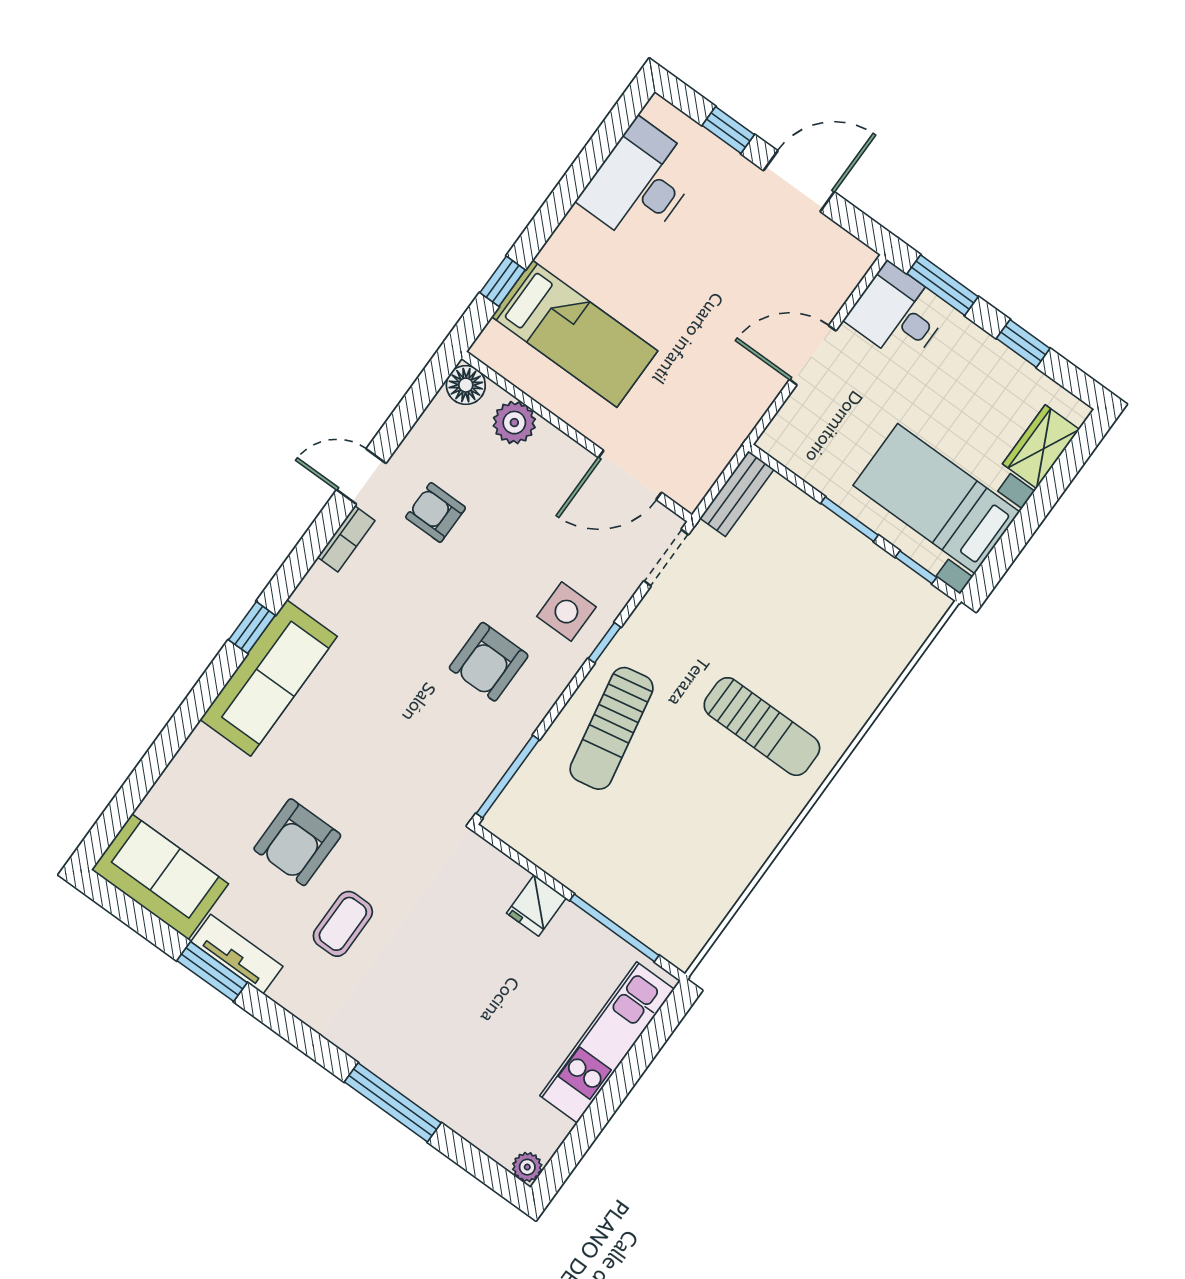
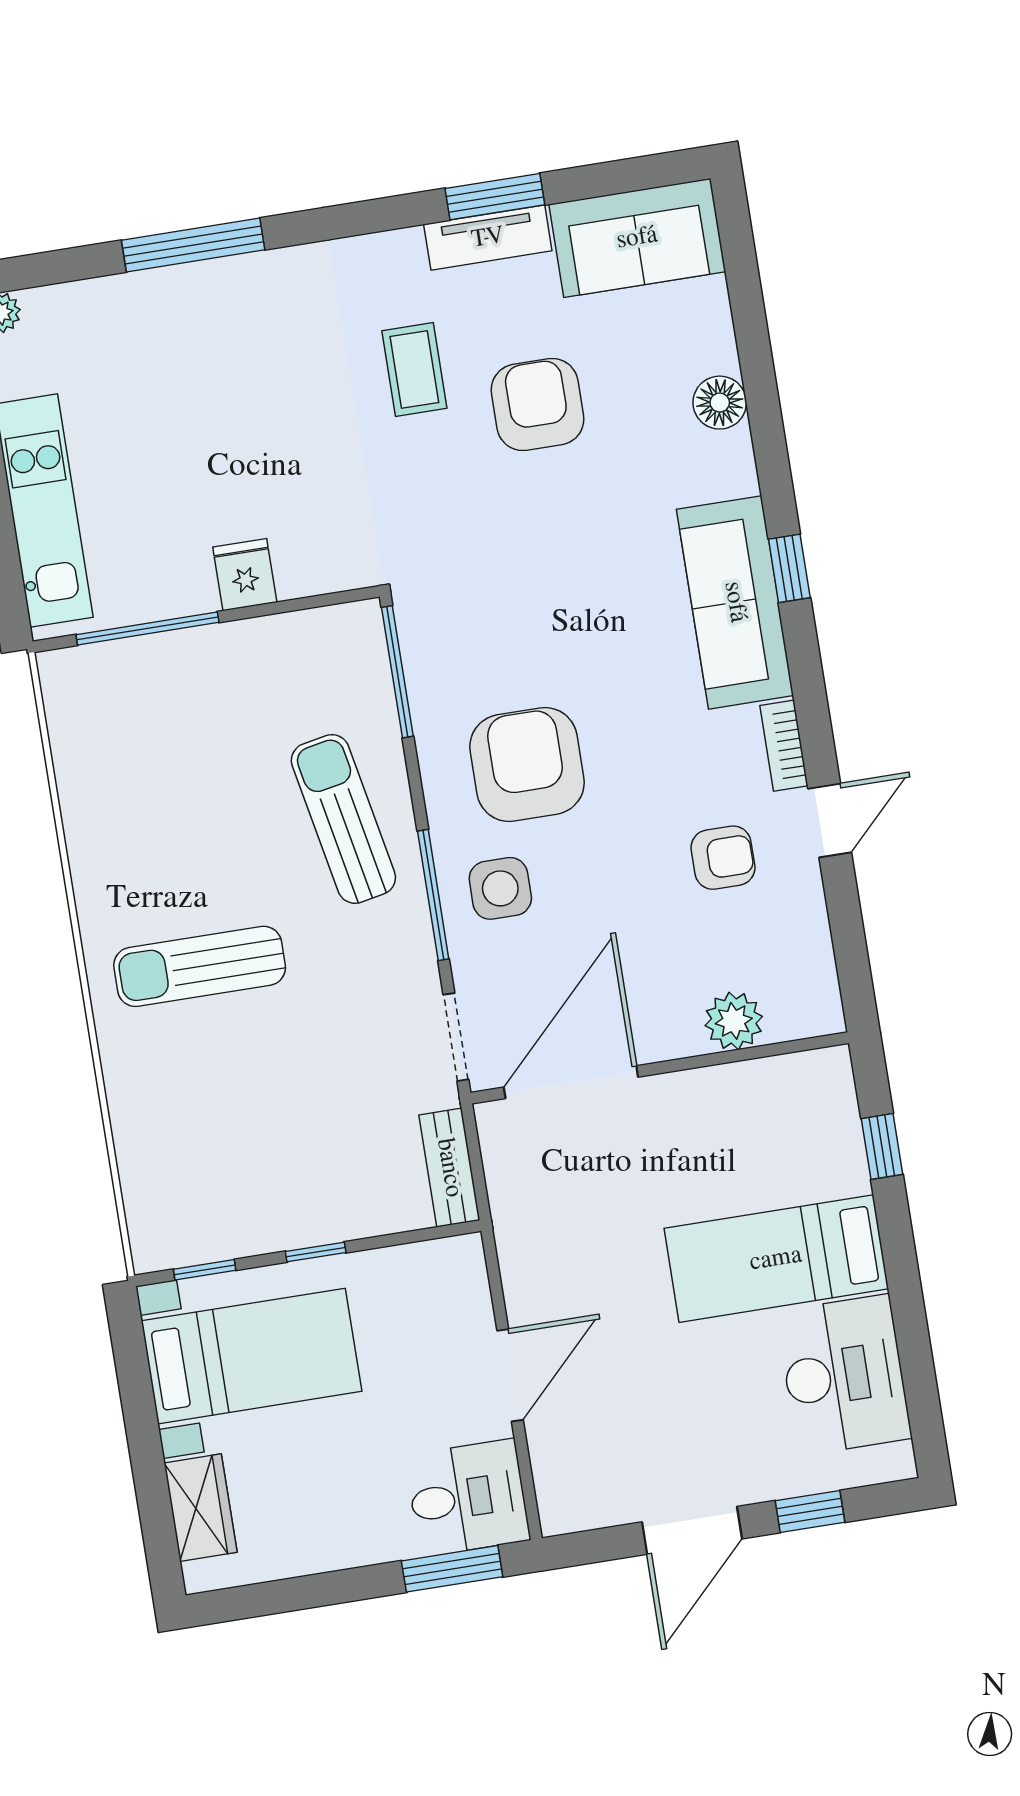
bed: (575, 334) -> (776, 1259), moved
window: (1023, 343) -> (318, 1590), removed
floor lamp: (466, 385) -> (720, 403), moved
door: (630, 475) -> (571, 1082), width x1.36
window: (849, 519) -> (316, 1252), width x0.67
window: (605, 643) -> (433, 895), width x2.17
armchair: (489, 662) -> (527, 765), width x1.36, depth x1.36
sofa: (269, 678) -> (735, 602), moved

